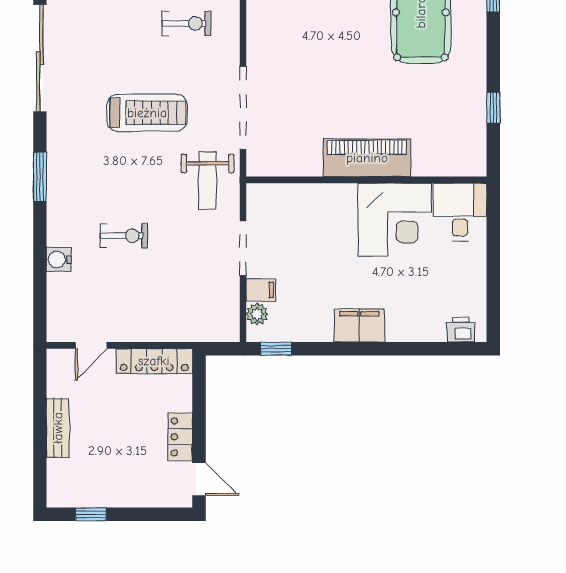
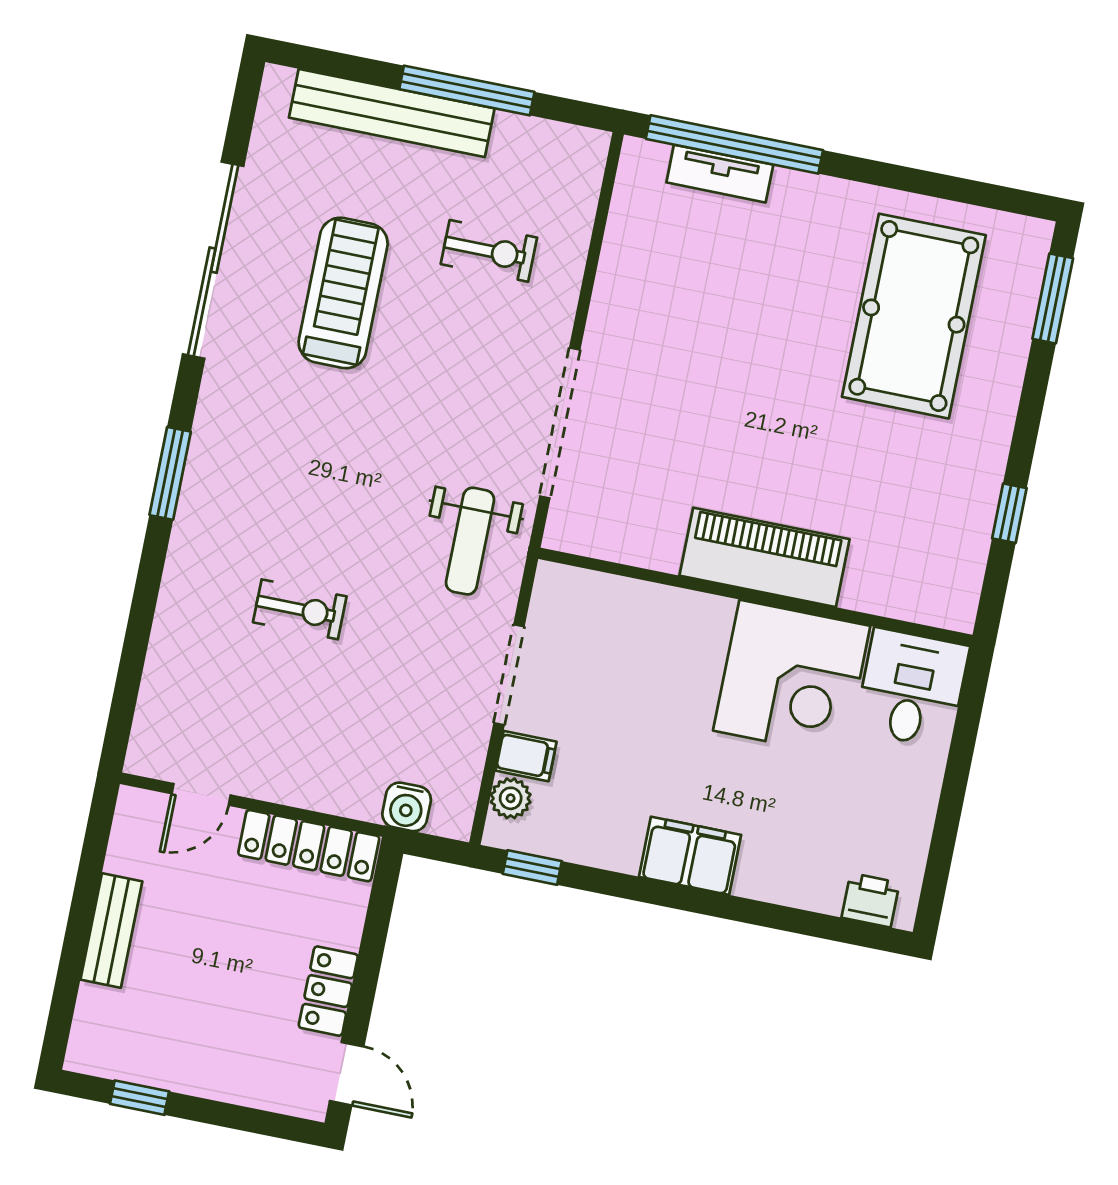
treadmill: (147, 113) -> (343, 293), moved, turned -90
water cooler: (59, 259) -> (407, 807), moved, turned -90

